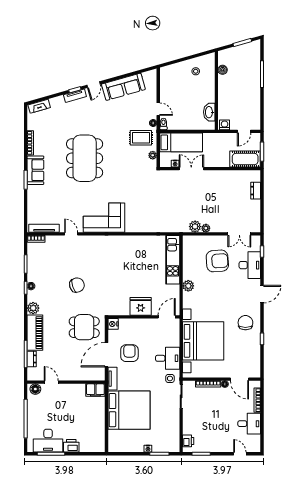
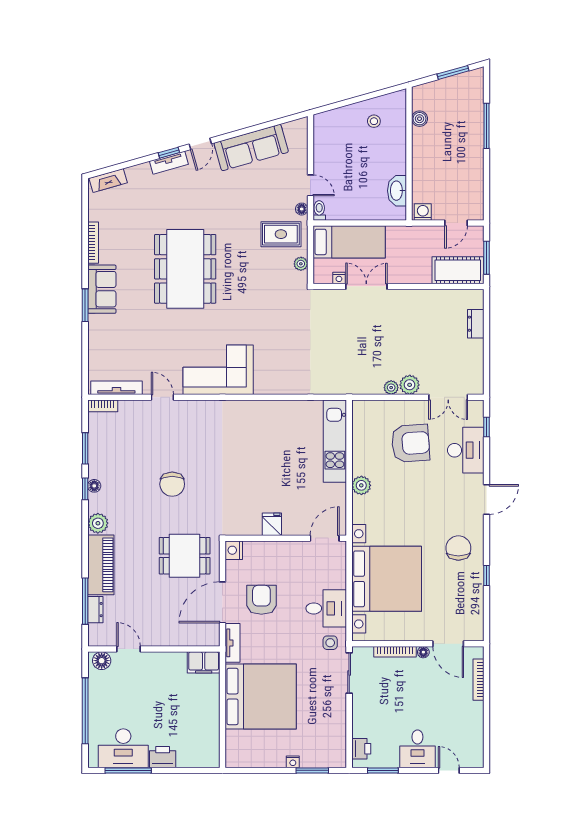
plant: (195, 227) -> (410, 385), moved
chair: (77, 285) -> (172, 484), turned 109
fridge: (141, 306) -> (272, 524), width x0.53, depth x0.75
desk: (249, 424) -> (417, 749), moved, turned 90

